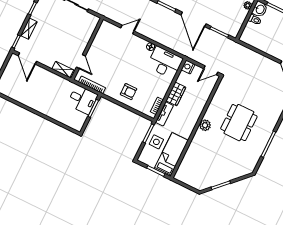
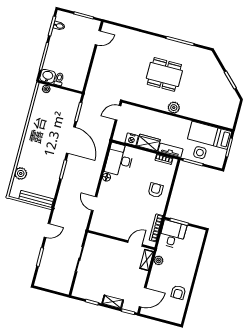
door: (193, 19) -> (71, 140), hinge flipped
nightstand: (188, 67) -> (132, 139), moved
door: (211, 70) -> (118, 113), swing flipped
plant: (60, 81) -> (159, 260), added
armchair: (25, 94) -> (178, 292), added

